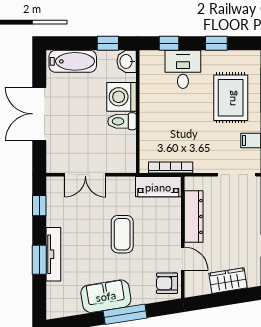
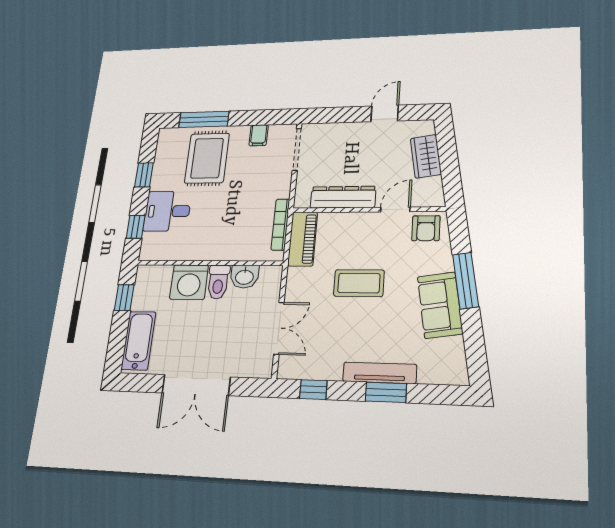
washbasin: (127, 61) -> (244, 277), moved
rug: (231, 98) -> (207, 158), turned 90

